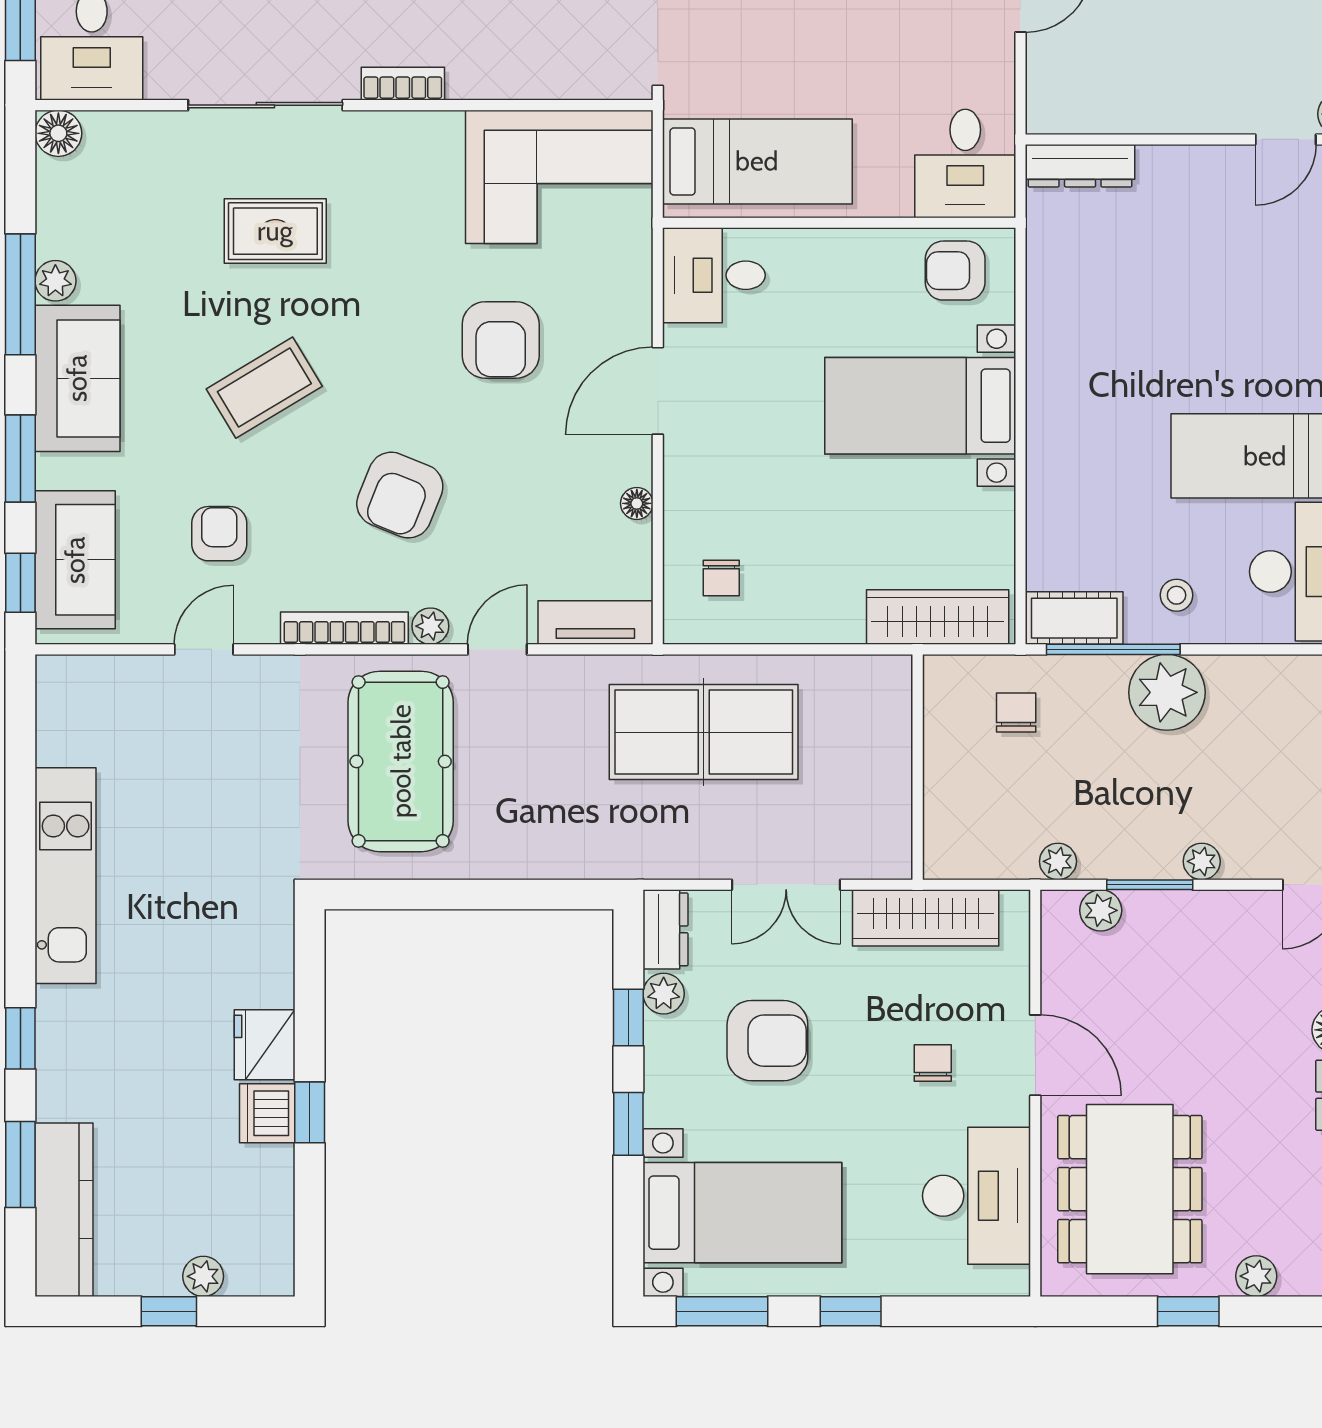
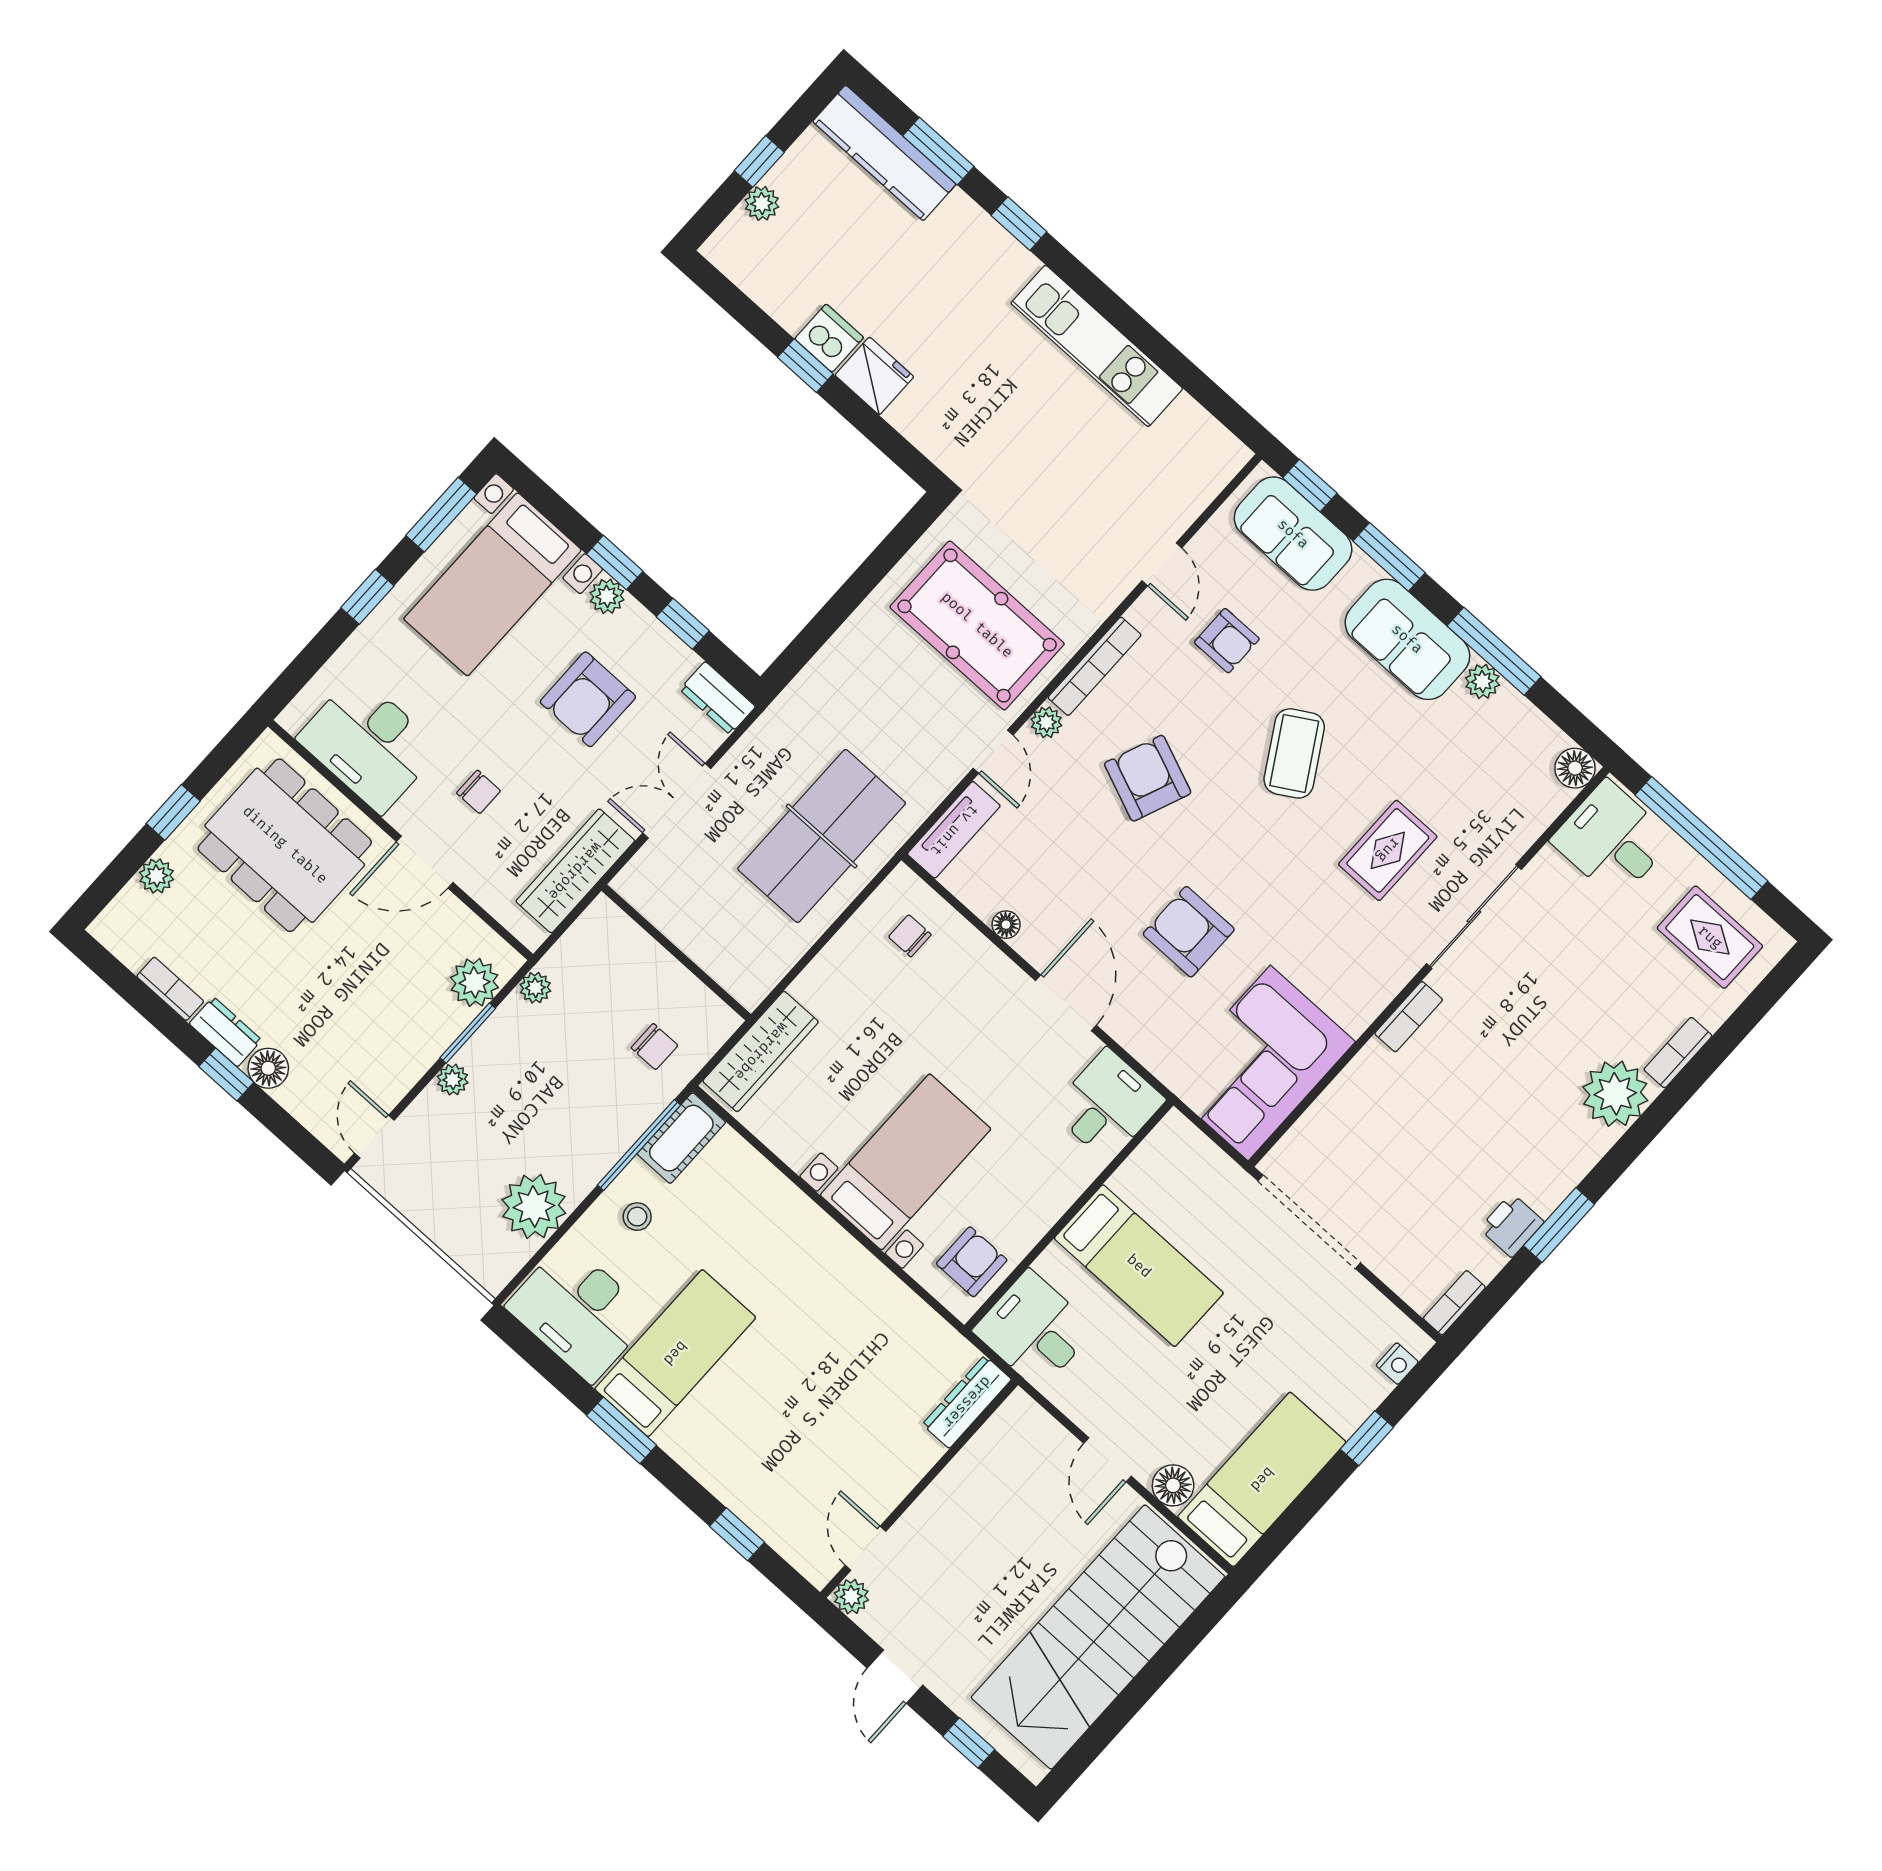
bed: (757, 161) -> (1139, 1266), moved, turned -90
plant: (1167, 692) -> (534, 1206), moved
plant: (1101, 910) -> (474, 982), width x1.38, depth x1.38
plant: (664, 994) -> (607, 596), moved

